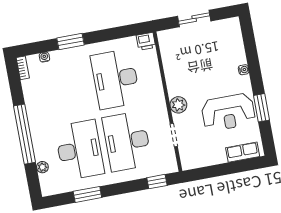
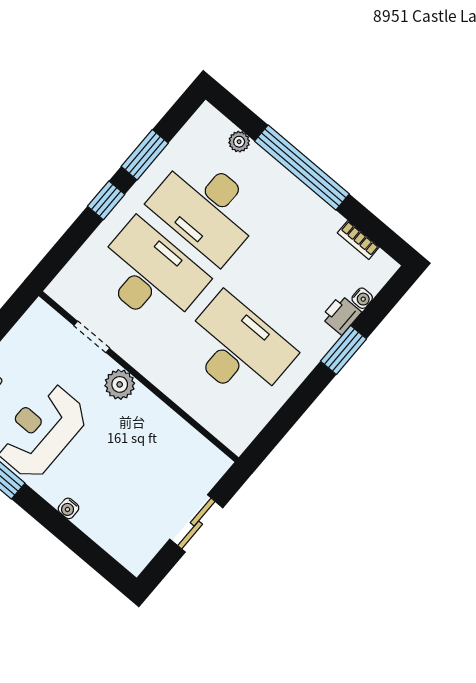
printer: (146, 41) -> (341, 315), moved
bookcase: (23, 68) -> (358, 240), moved
window: (157, 182) -> (106, 200), moved

